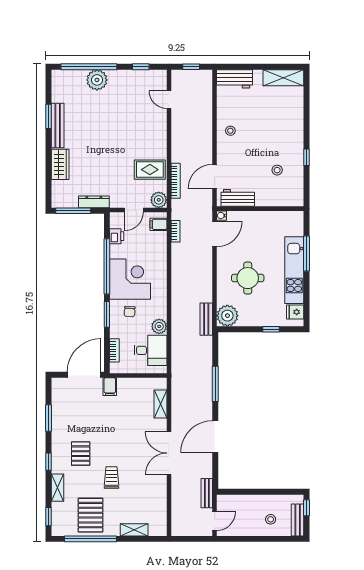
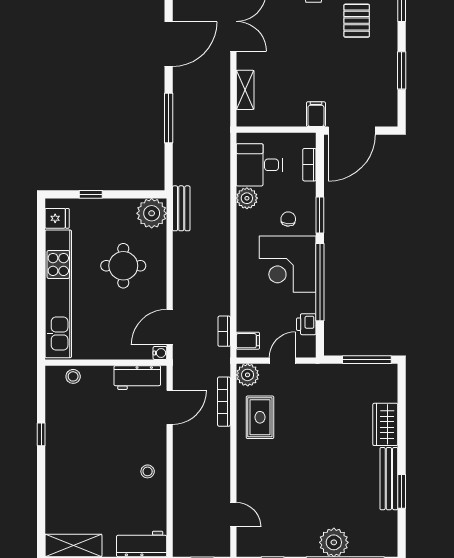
rug: (150, 170) -> (260, 417), turned 90
stool: (277, 170) -> (73, 376), moved
dresser: (94, 202) -> (338, 372), removed
window: (307, 254) -> (41, 300), removed
kitchen unit: (294, 270) -> (58, 294), width x1.36

